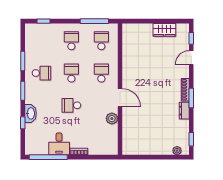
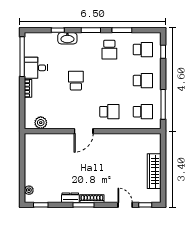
wardrobe: (164, 30) -> (154, 171), width x1.50
school desk: (71, 73) -> (143, 50), moved
plant: (112, 119) -> (41, 123), moved

